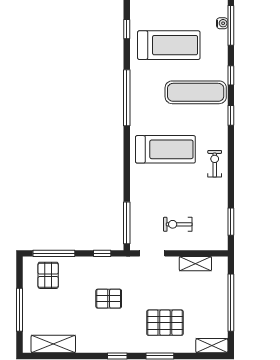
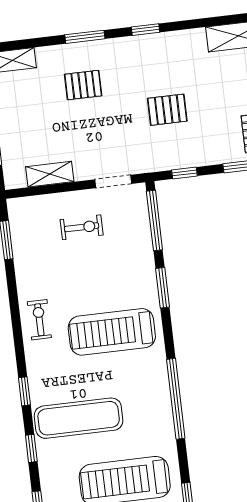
exercise bike: (215, 164) -> (39, 320), turned 180
window: (127, 176) -> (162, 288), added
pallet: (165, 323) -> (83, 85), width x0.67, depth x0.71

